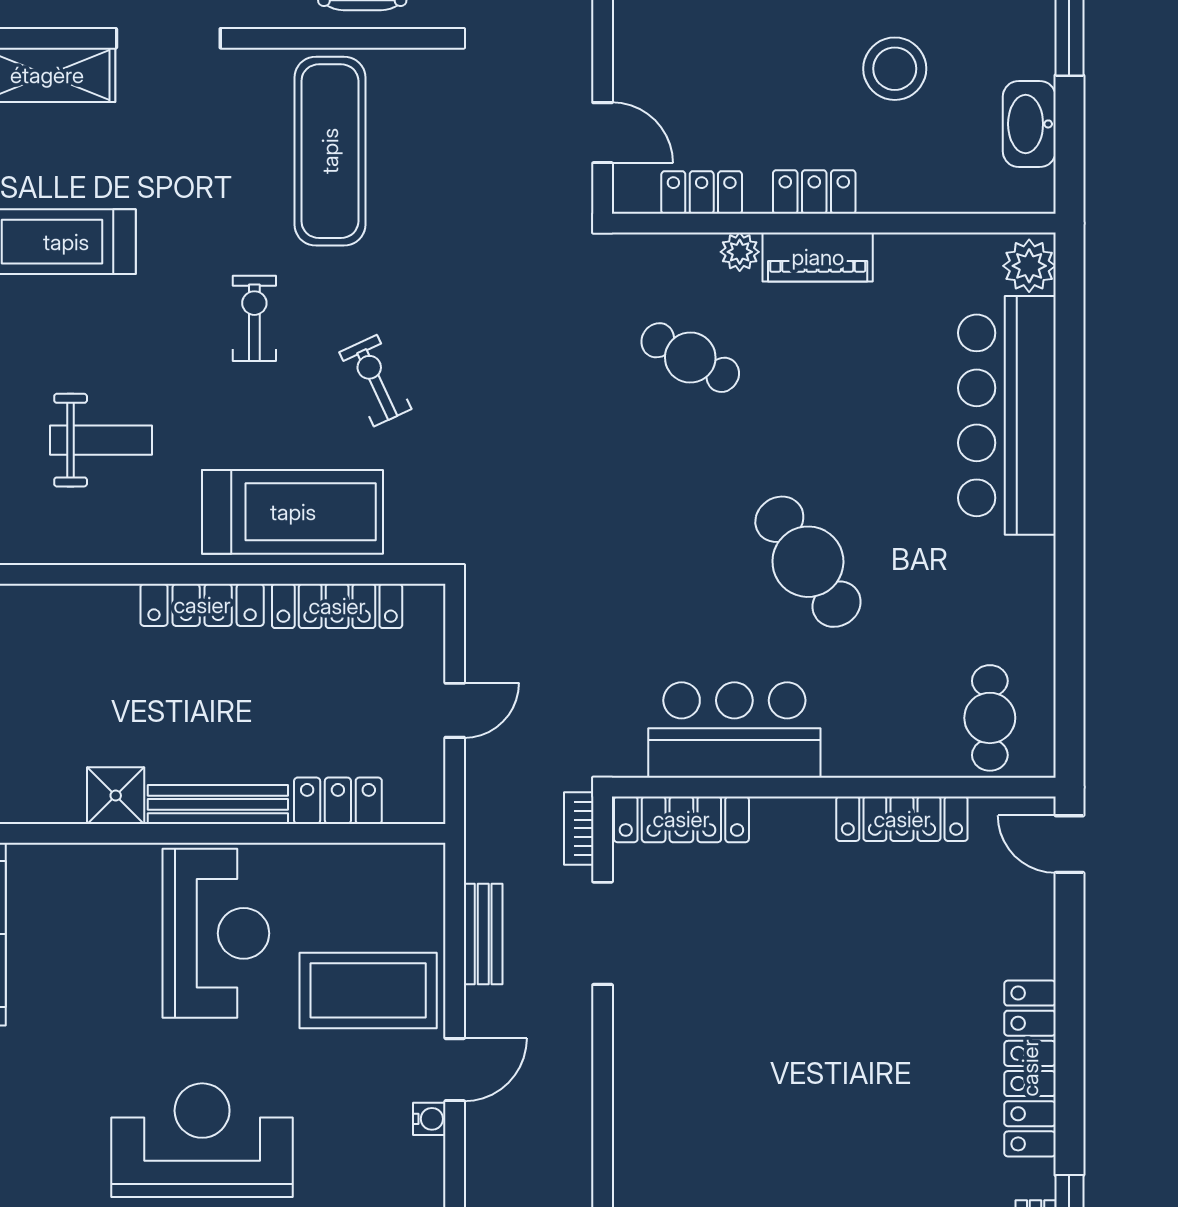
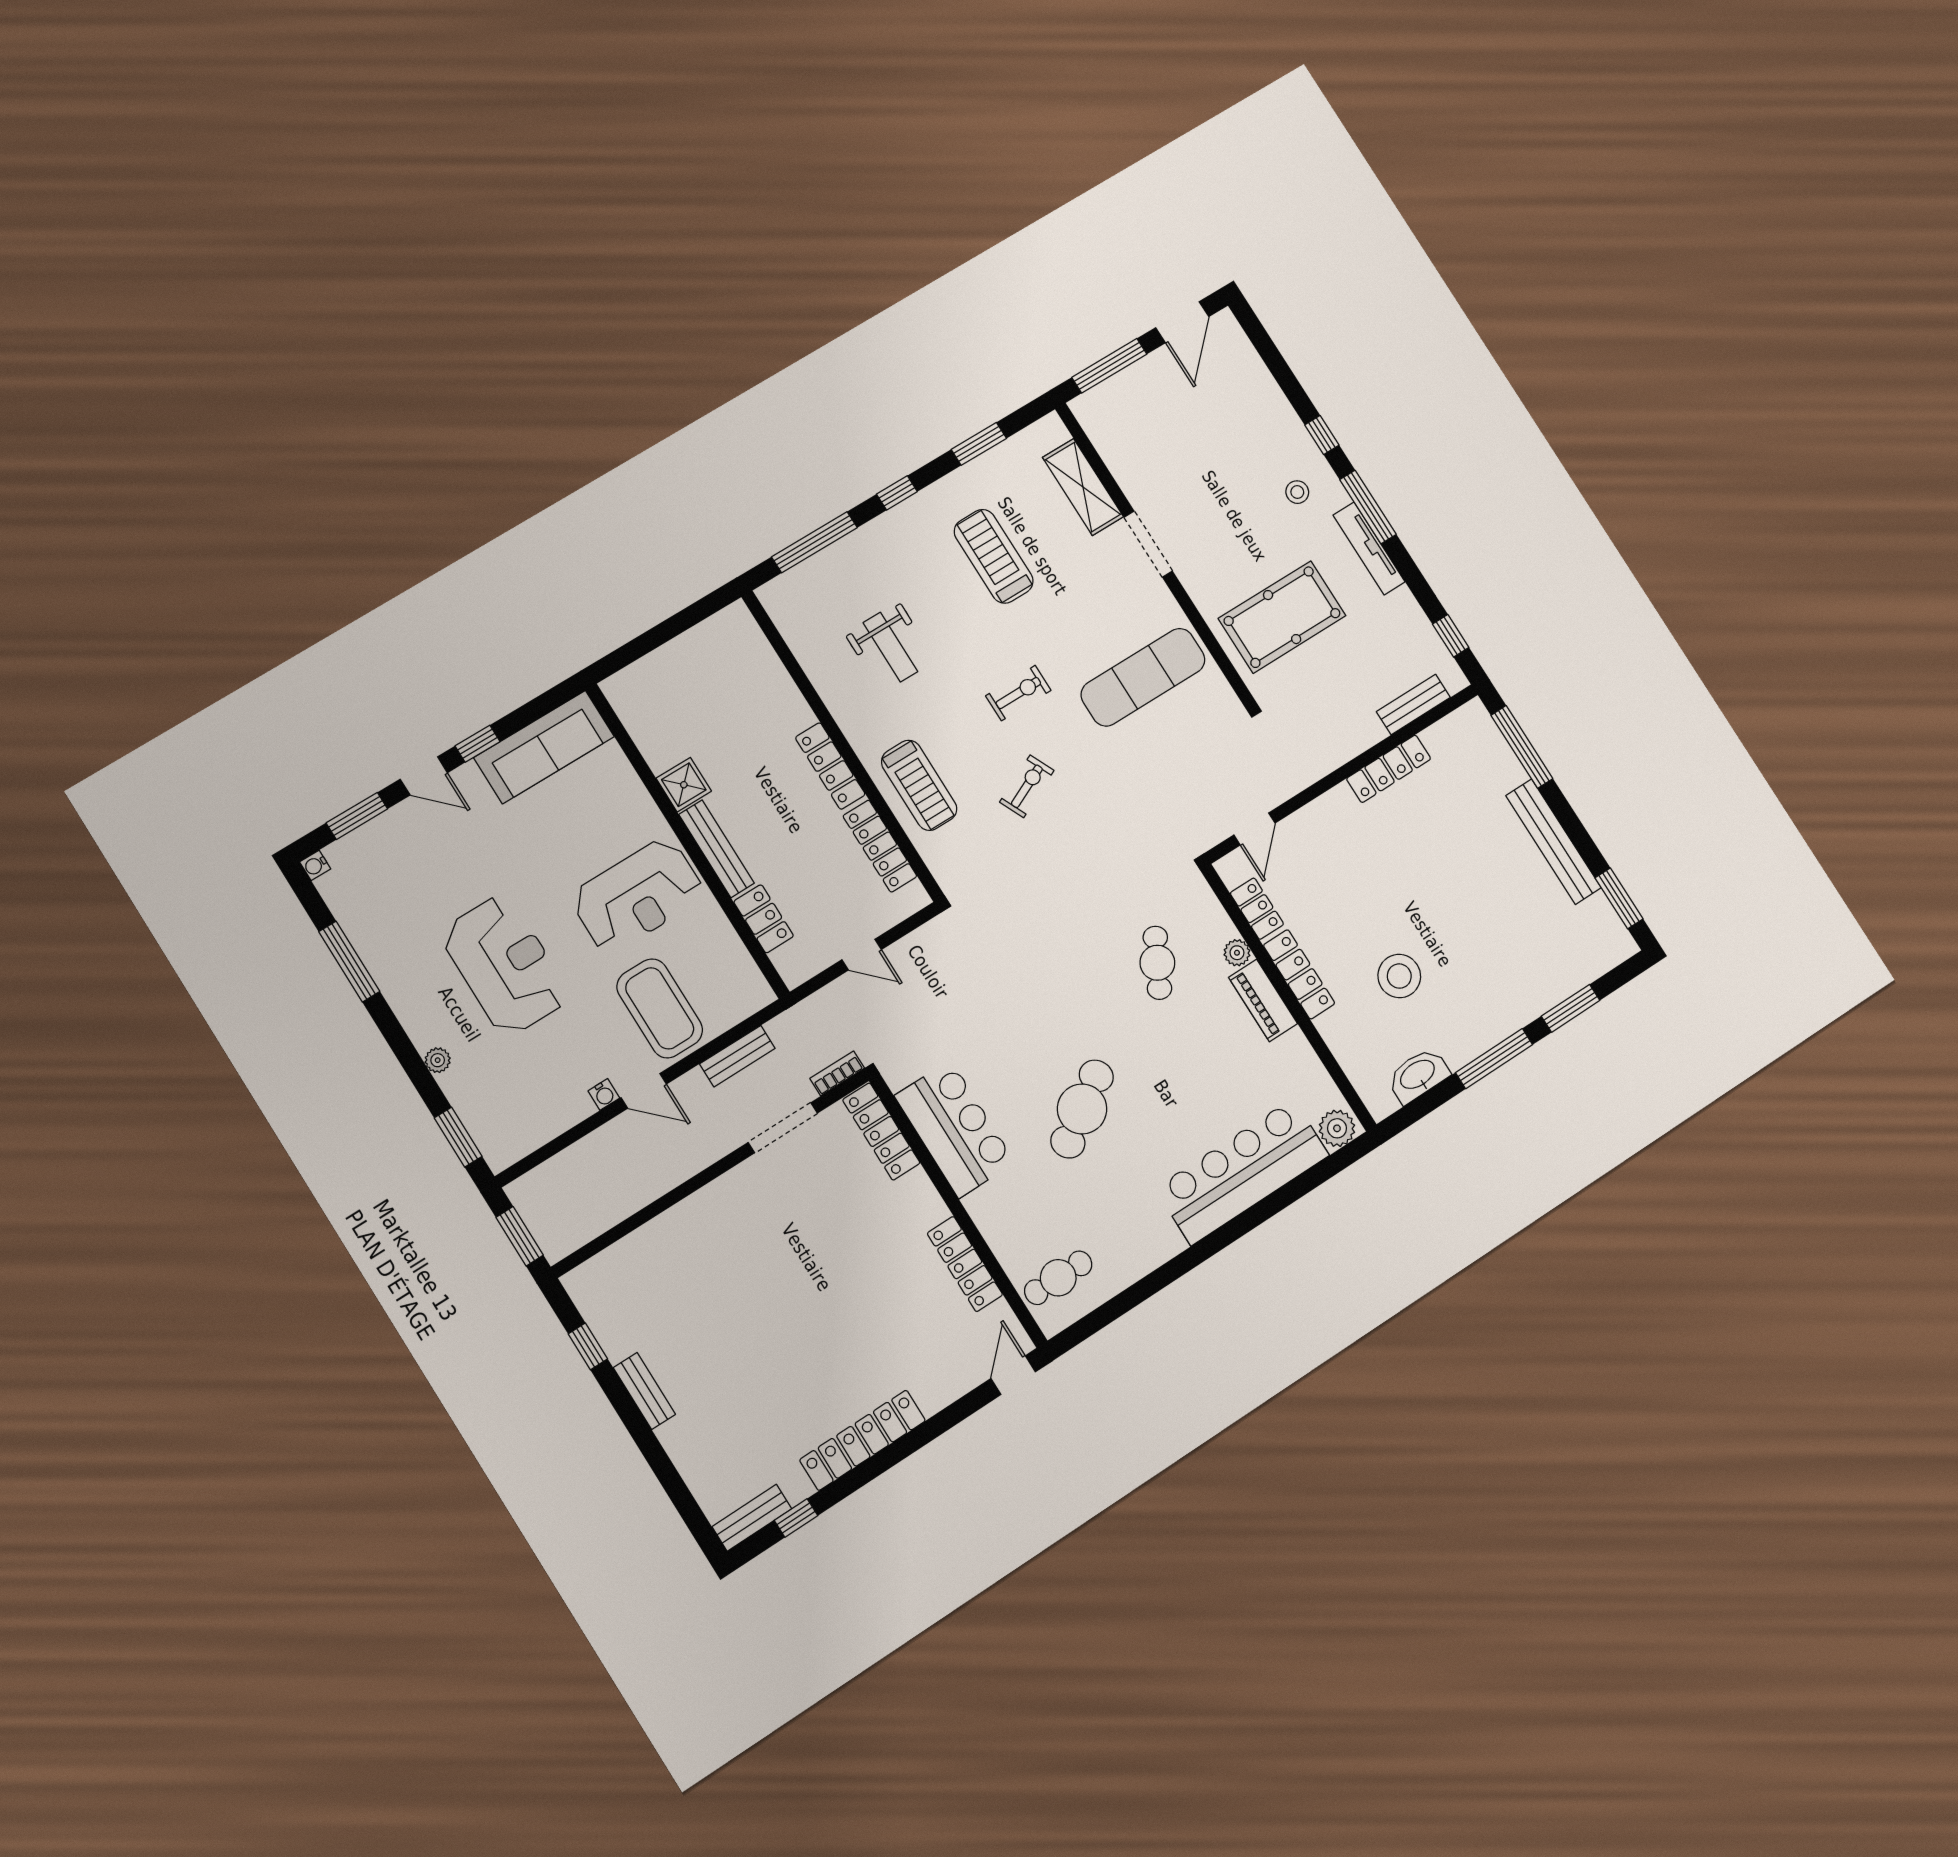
locker: (814, 192) -> (1299, 974), width x1.53
treadmill: (293, 512) -> (919, 785), width x0.73, depth x0.73

